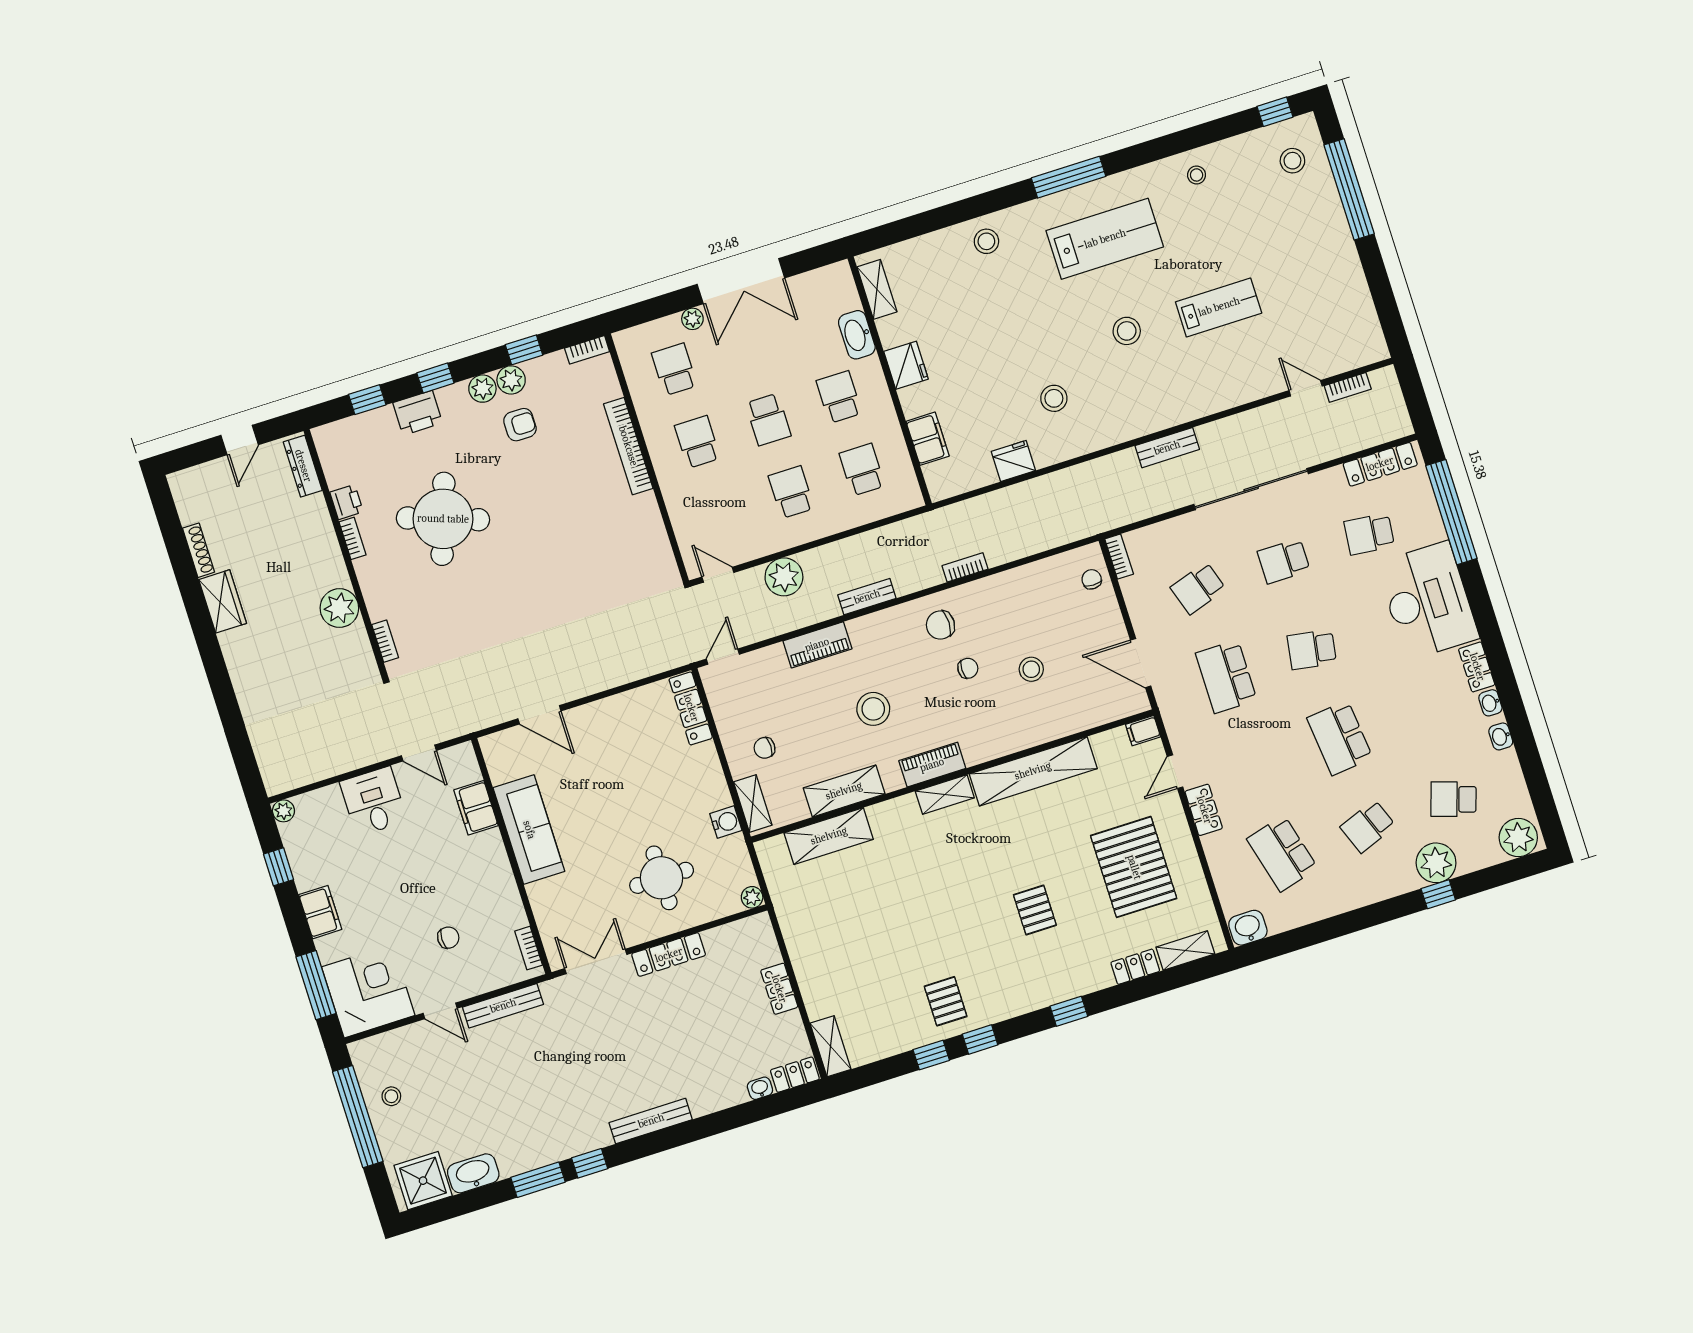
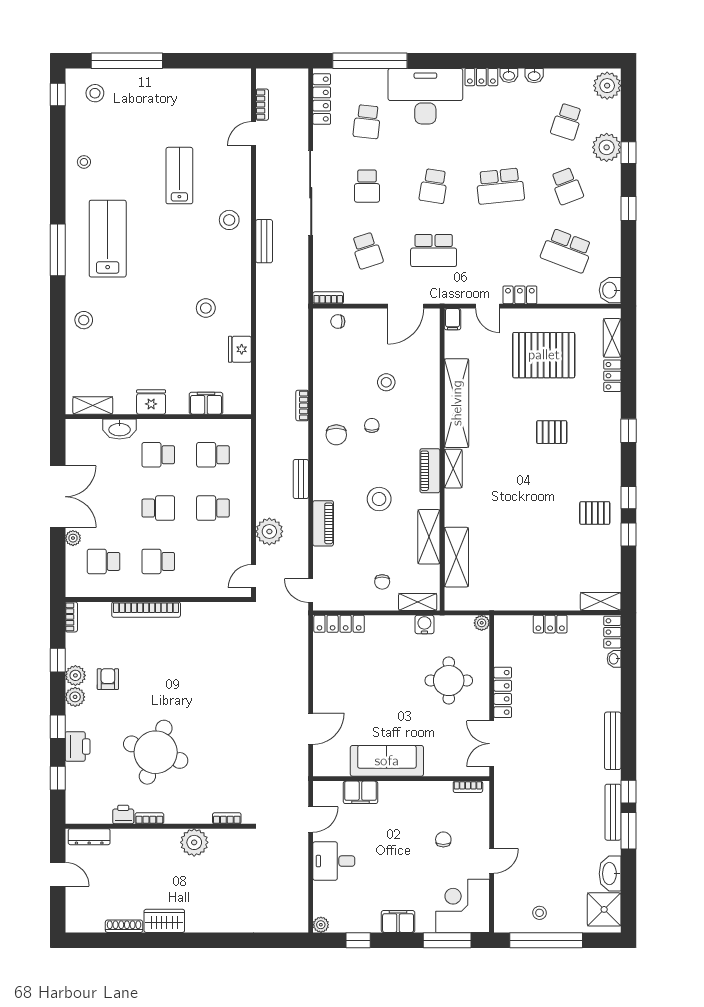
stool: (1127, 331) -> (229, 220), moved
school desk: (1282, 854) -> (567, 251), turned 36
window: (1364, 918) -> (628, 208), added
bench: (503, 1006) -> (613, 812), moved

